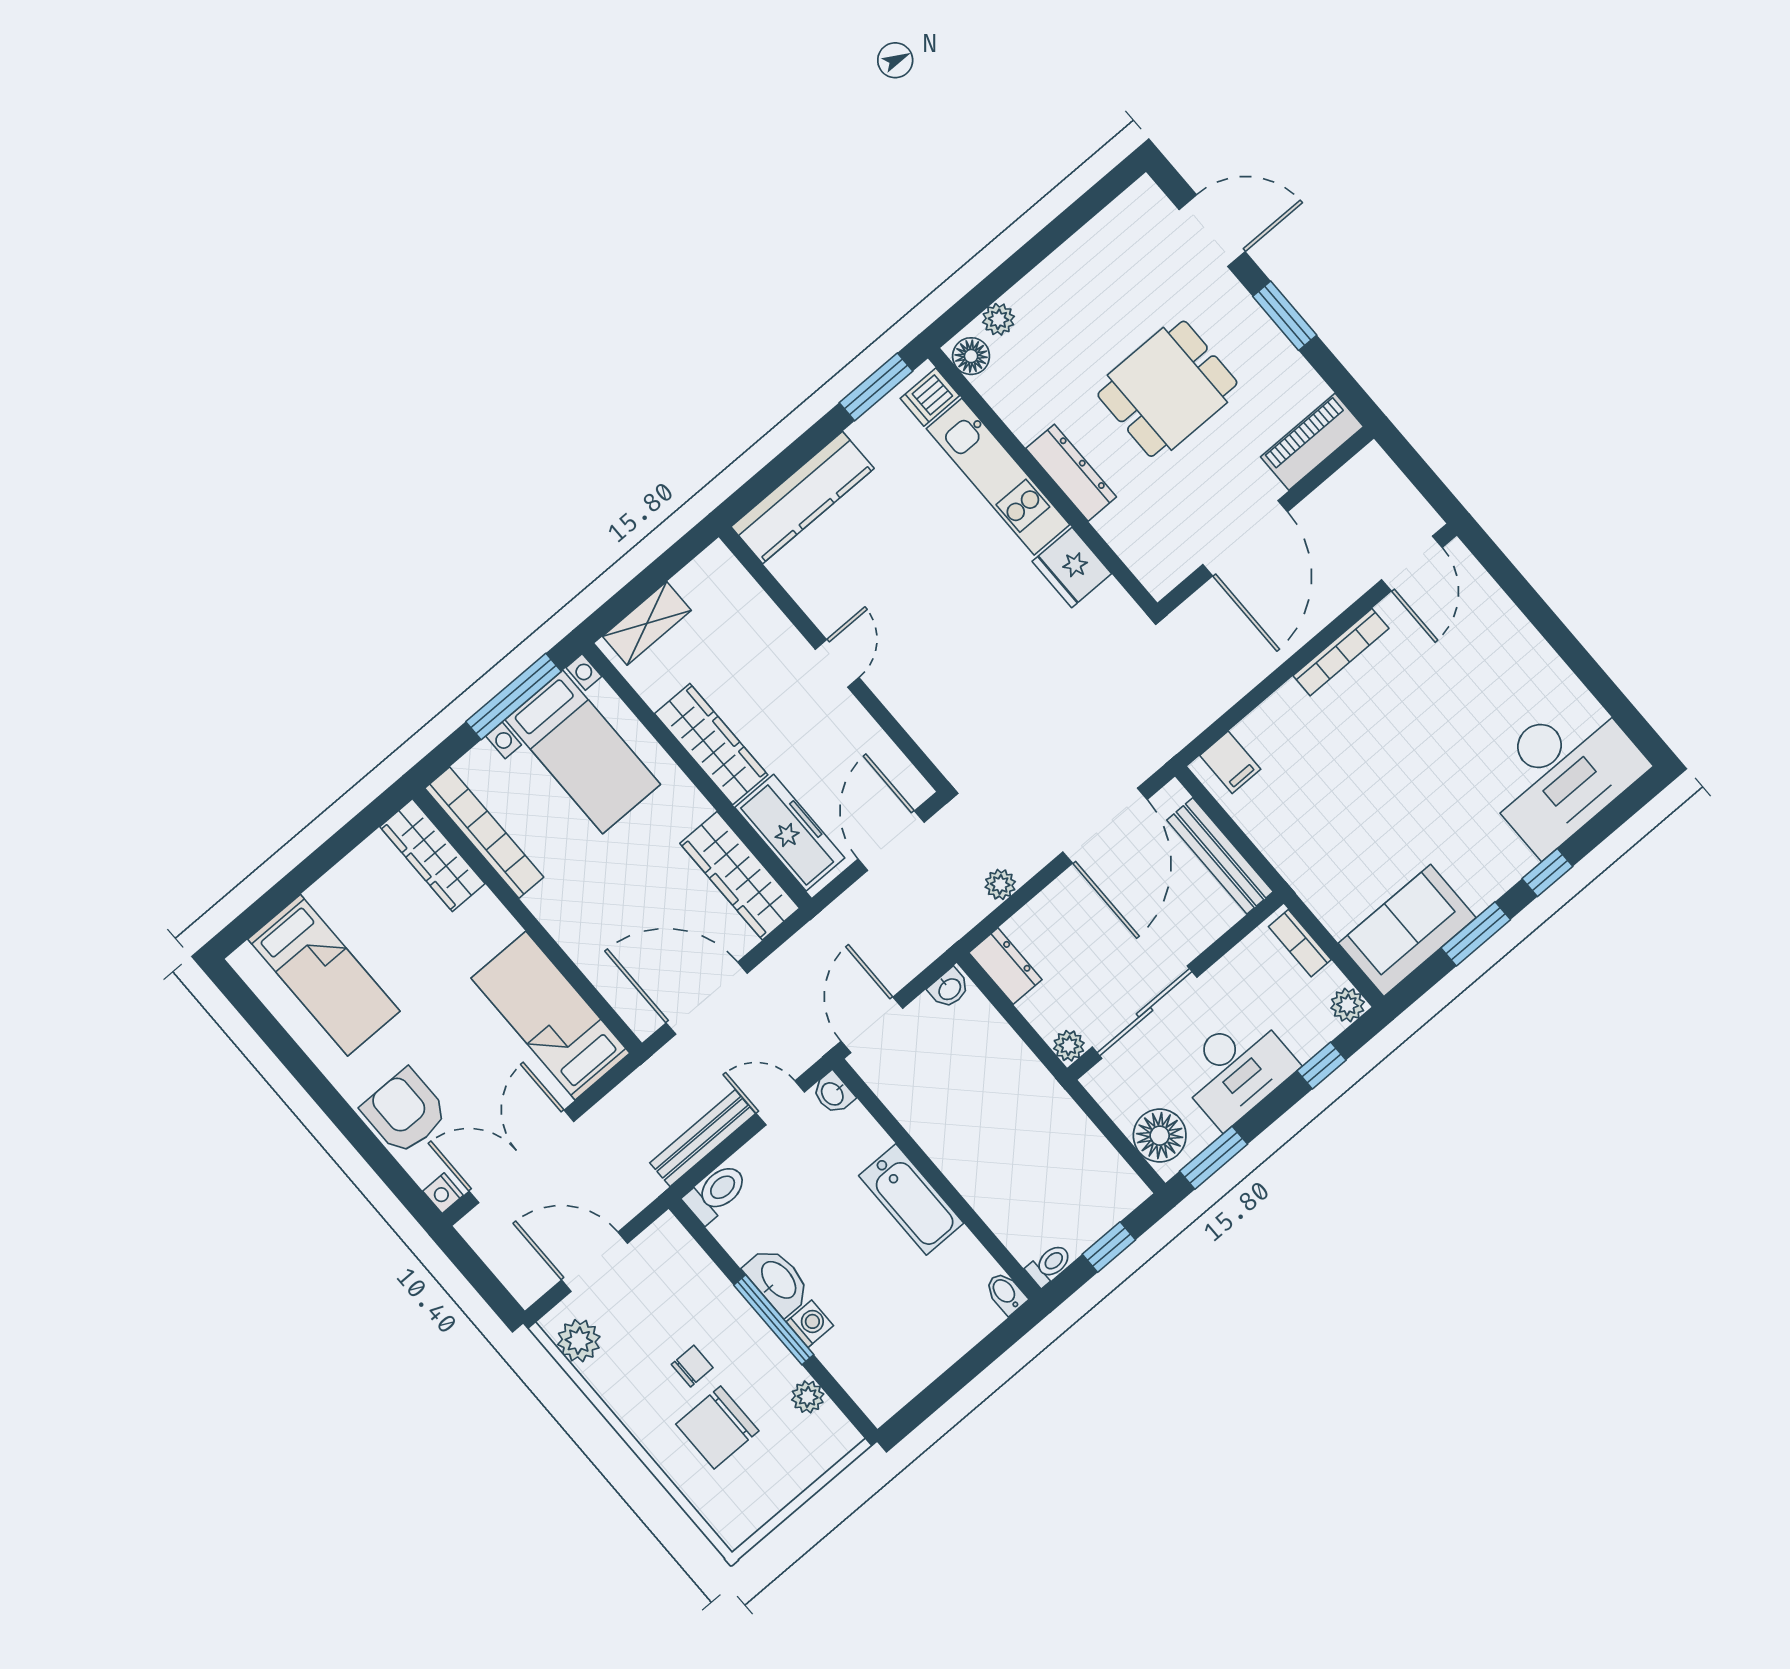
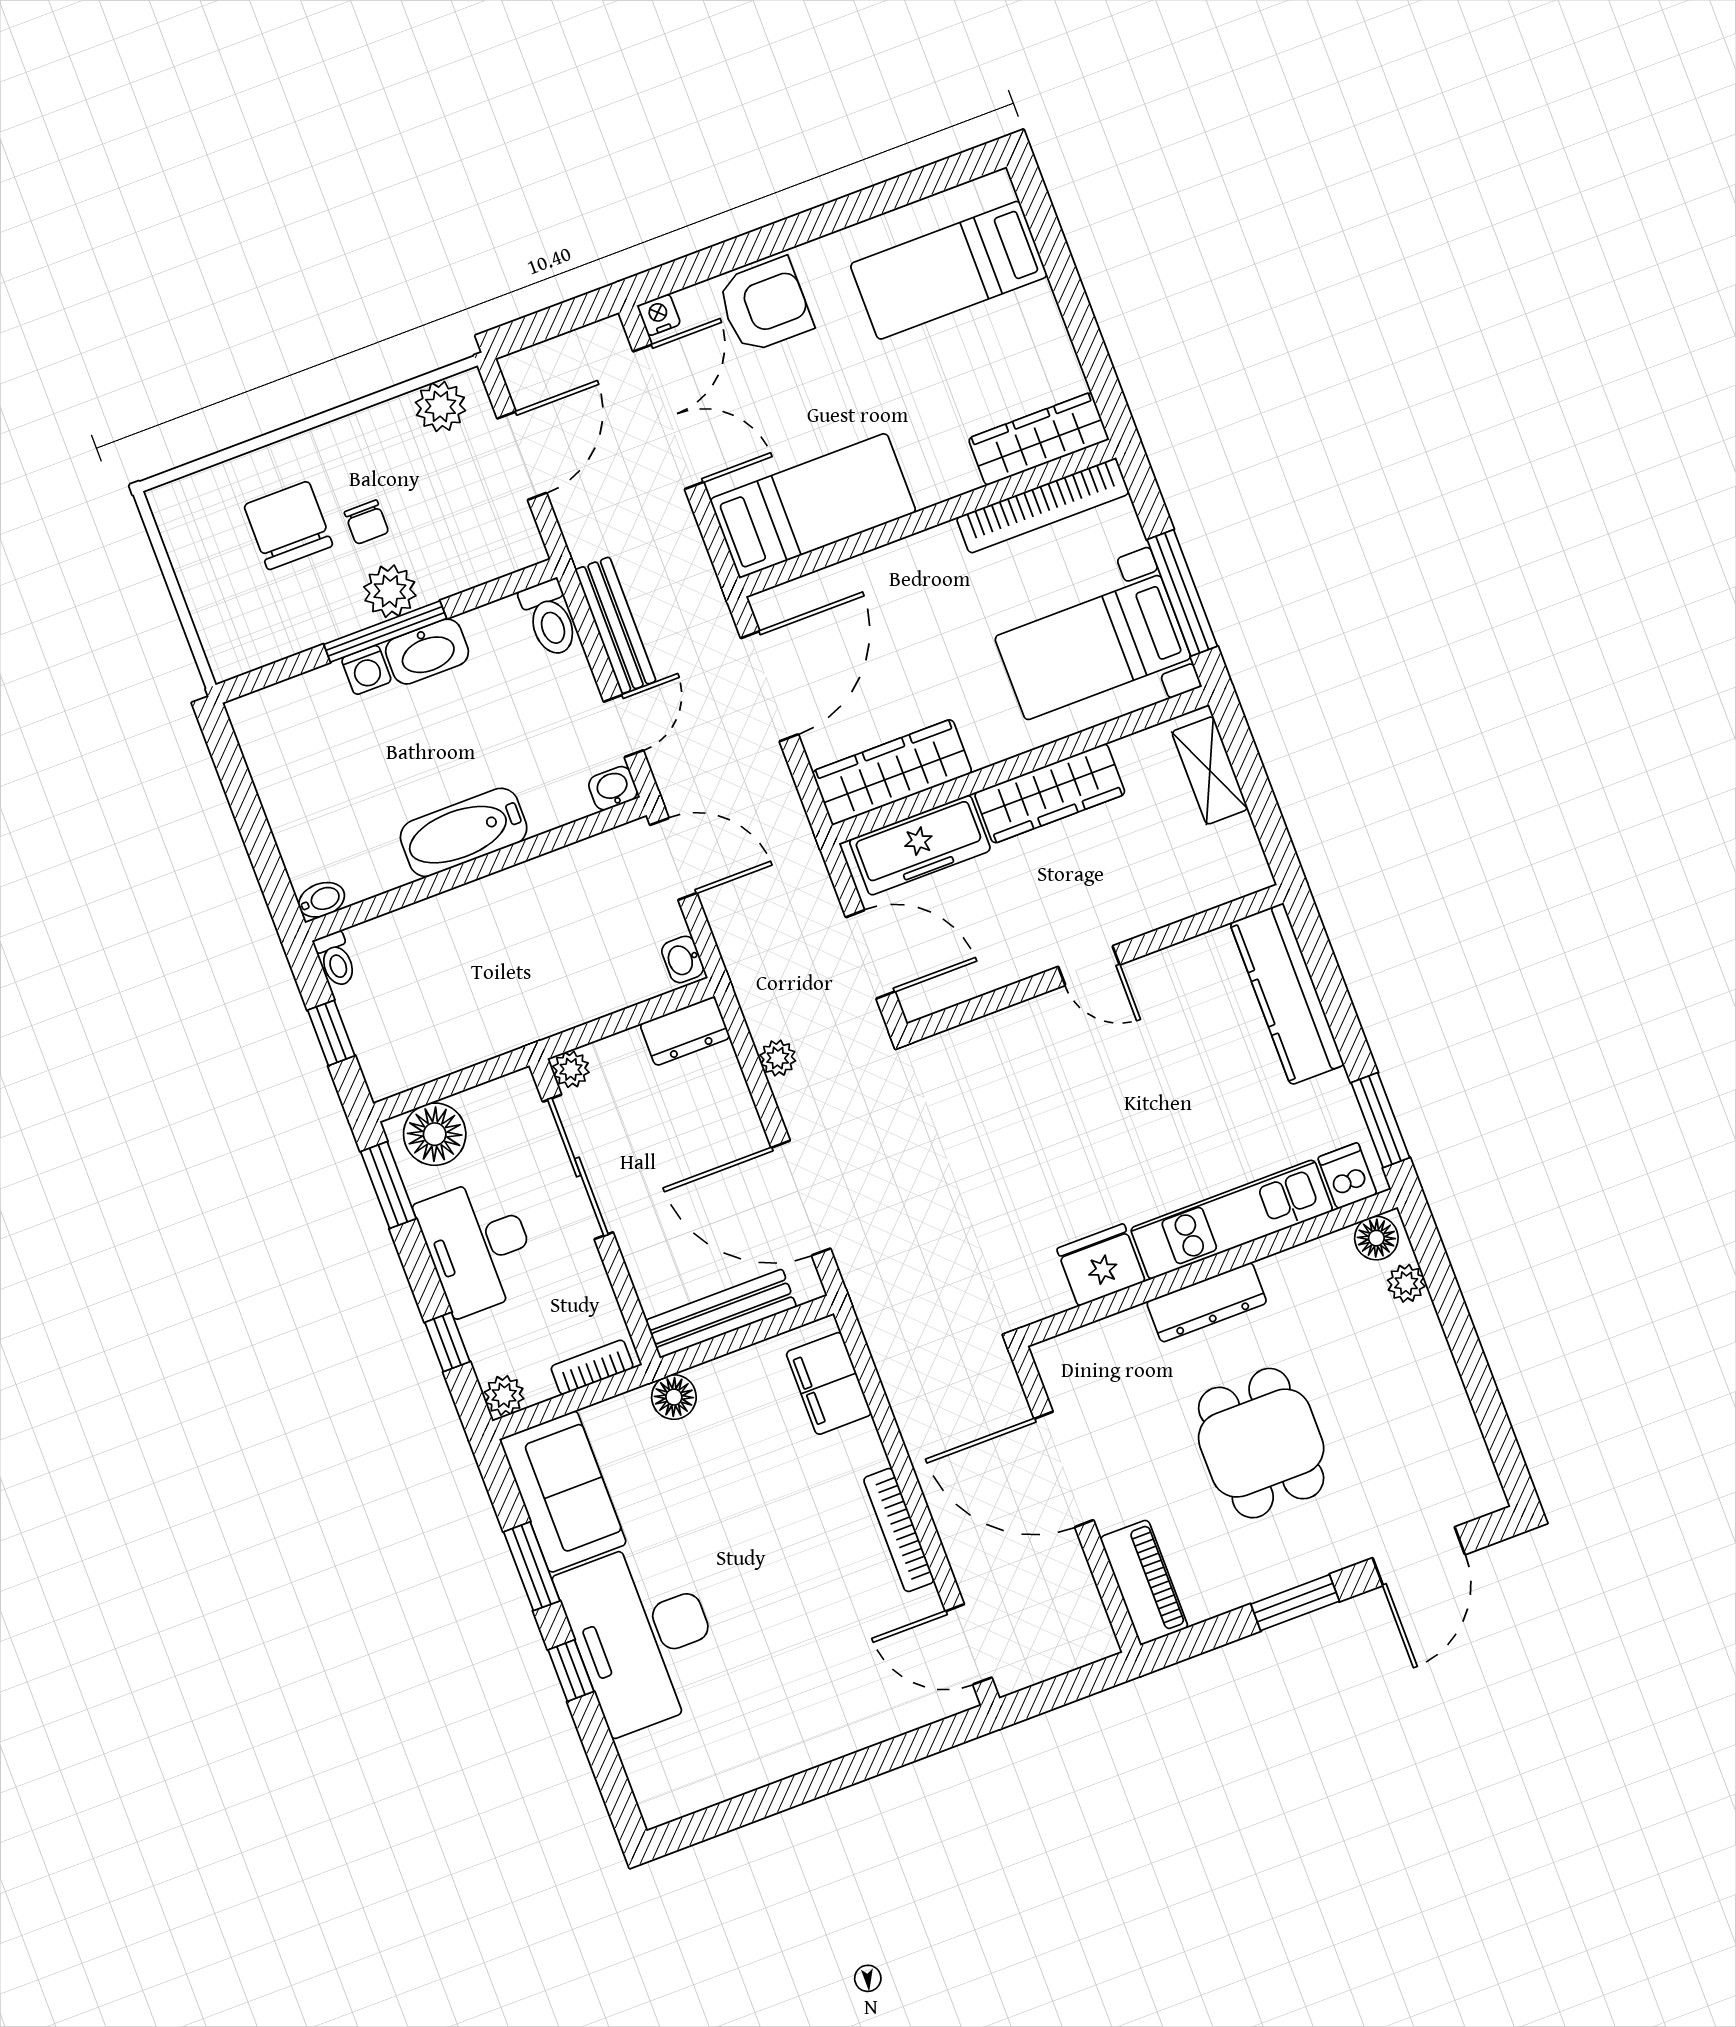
filing cabinet: (1230, 762) -> (829, 1383), width x2.00
desk: (1562, 772) -> (642, 1635), moved
floor lamp: (1300, 869) -> (674, 1397), added
plant: (808, 1397) -> (390, 591), moved, width x1.38, depth x1.38

